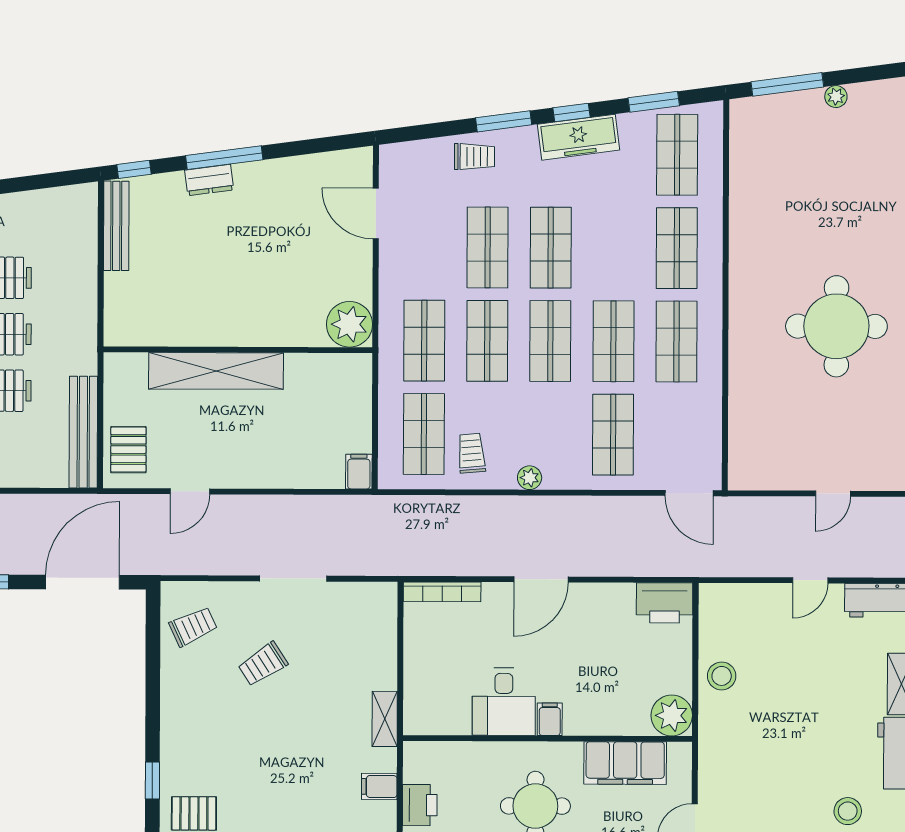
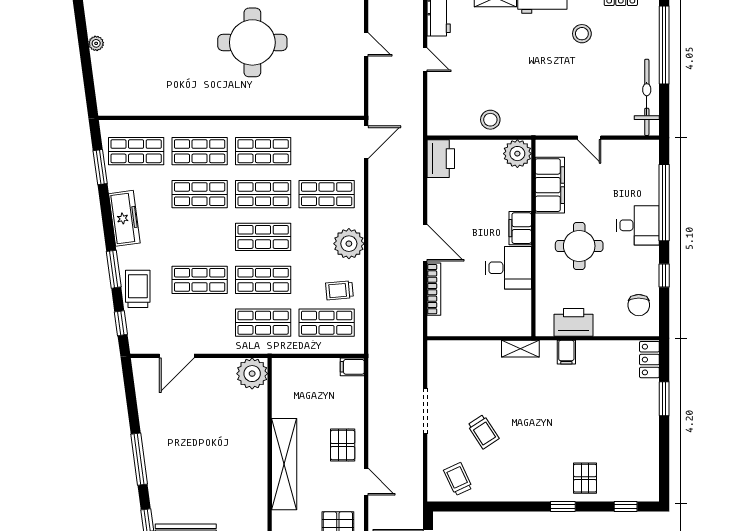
window: (787, 84) -> (88, 76), removed
window: (571, 112) -> (121, 323), moved
trolley: (474, 157) -> (138, 289), width x1.36, depth x1.39
dresser: (209, 180) -> (154, 469), removed
shop shelf: (551, 248) -> (200, 194), moved
pallet: (244, 457) -> (343, 445), added
plant: (530, 478) -> (349, 244), width x1.87, depth x1.87
bookcase: (442, 592) -> (434, 289), moved
filing cabinet: (550, 719) -> (520, 228), width x2.00
printer: (420, 805) -> (574, 322), width x1.37, depth x1.19

